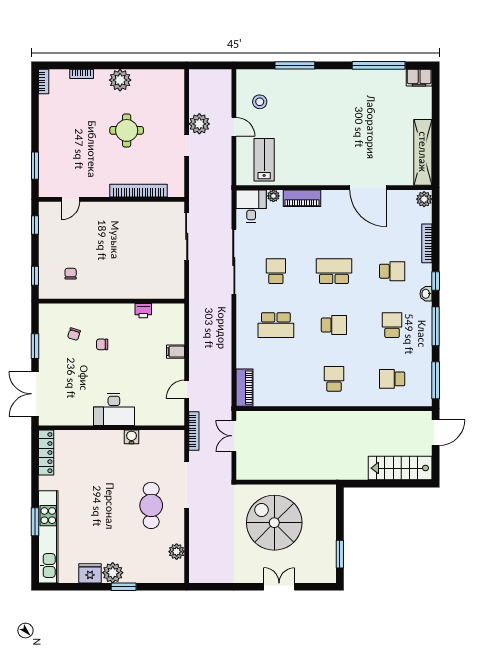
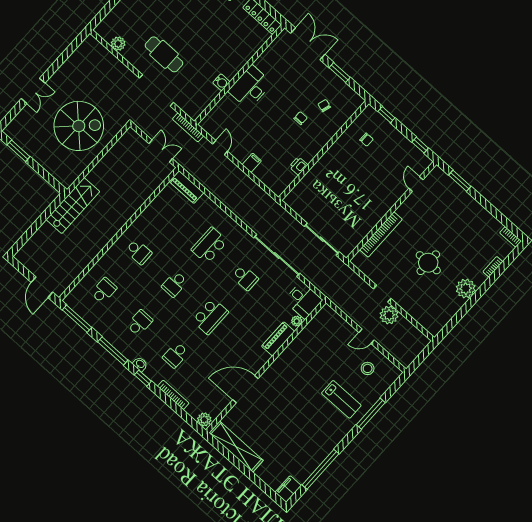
lab bench: (264, 160) -> (341, 399), moved
school desk: (392, 325) -> (140, 323), turned -90
stairs: (400, 468) -> (73, 206), moved

